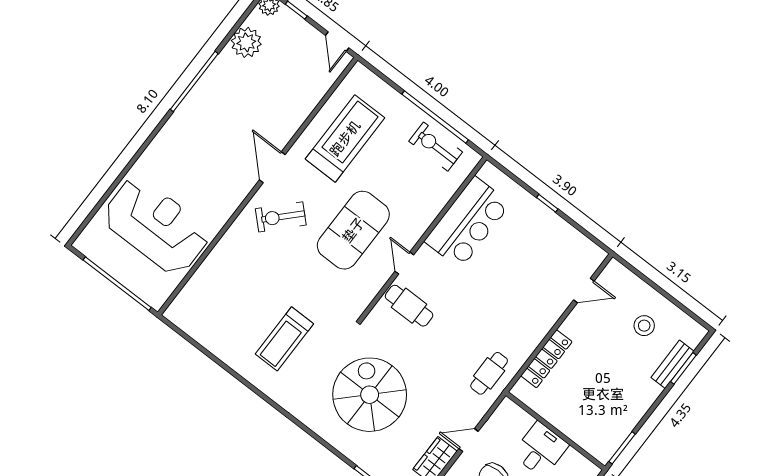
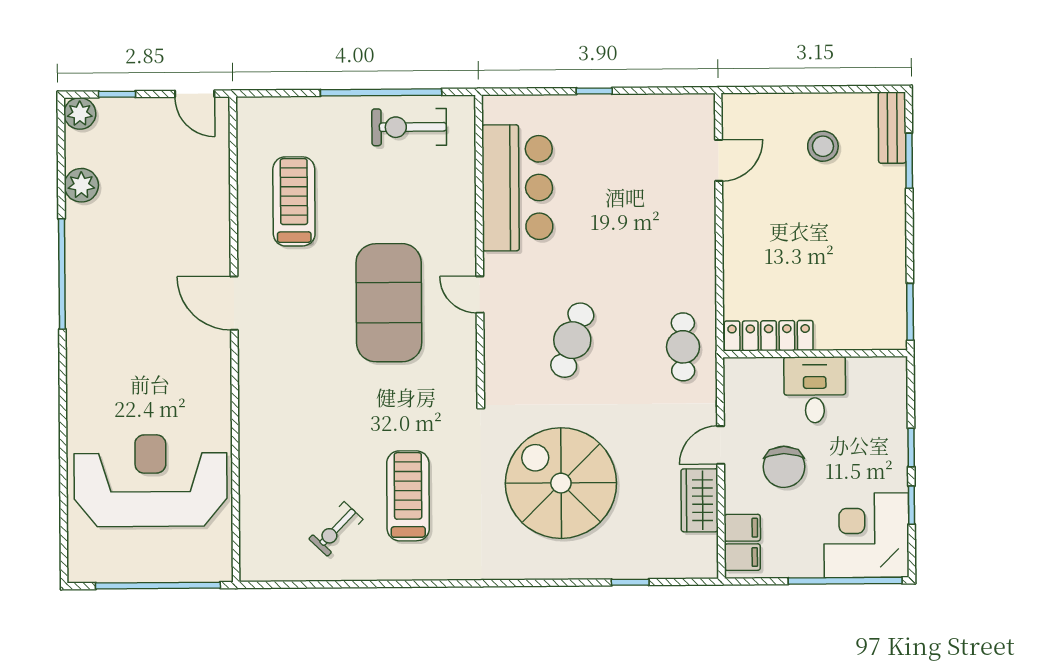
plant: (246, 42) -> (81, 185), width x0.73, depth x0.73
treadmill: (345, 138) -> (294, 201), width x0.73, depth x0.73
exercise bike: (281, 217) -> (336, 529), moved, width x0.73, depth x0.72
cafe table: (409, 306) -> (572, 340), moved, turned -71
treadmill: (284, 339) -> (408, 496), turned 180
locker: (546, 359) -> (769, 336), moved, turned -90
bench: (672, 364) -> (892, 128), moved

